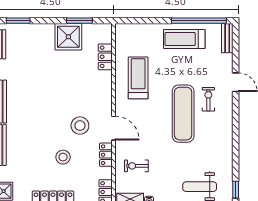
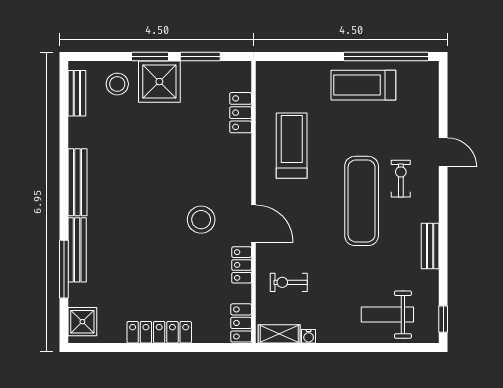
window: (18, 21) -> (150, 57), moved
shower: (68, 37) -> (159, 82), moved
bench: (227, 38) -> (430, 246), moved
stool: (63, 157) -> (117, 84), moved

